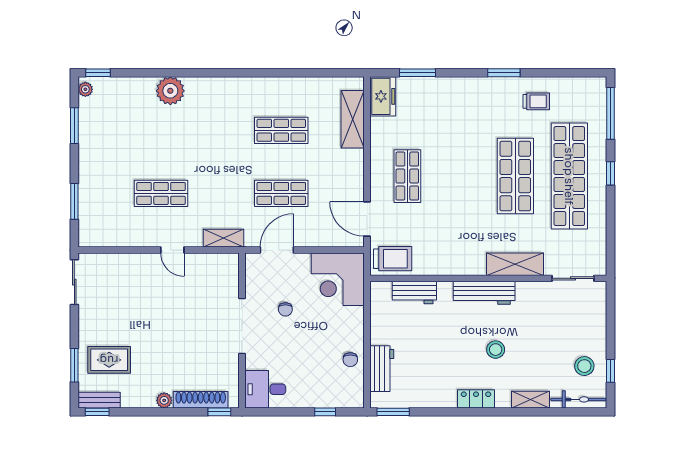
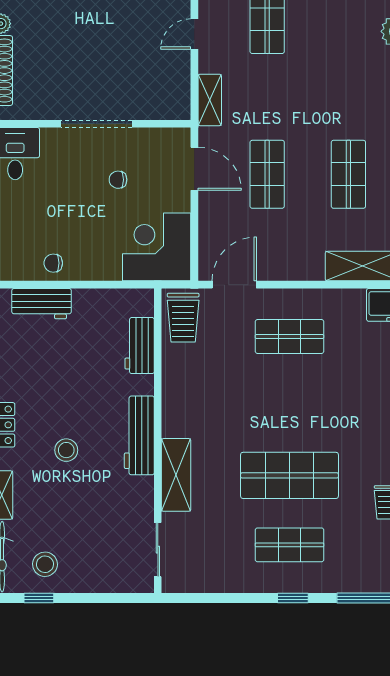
shop shelf: (569, 176) -> (289, 545), width x0.50, depth x0.74

